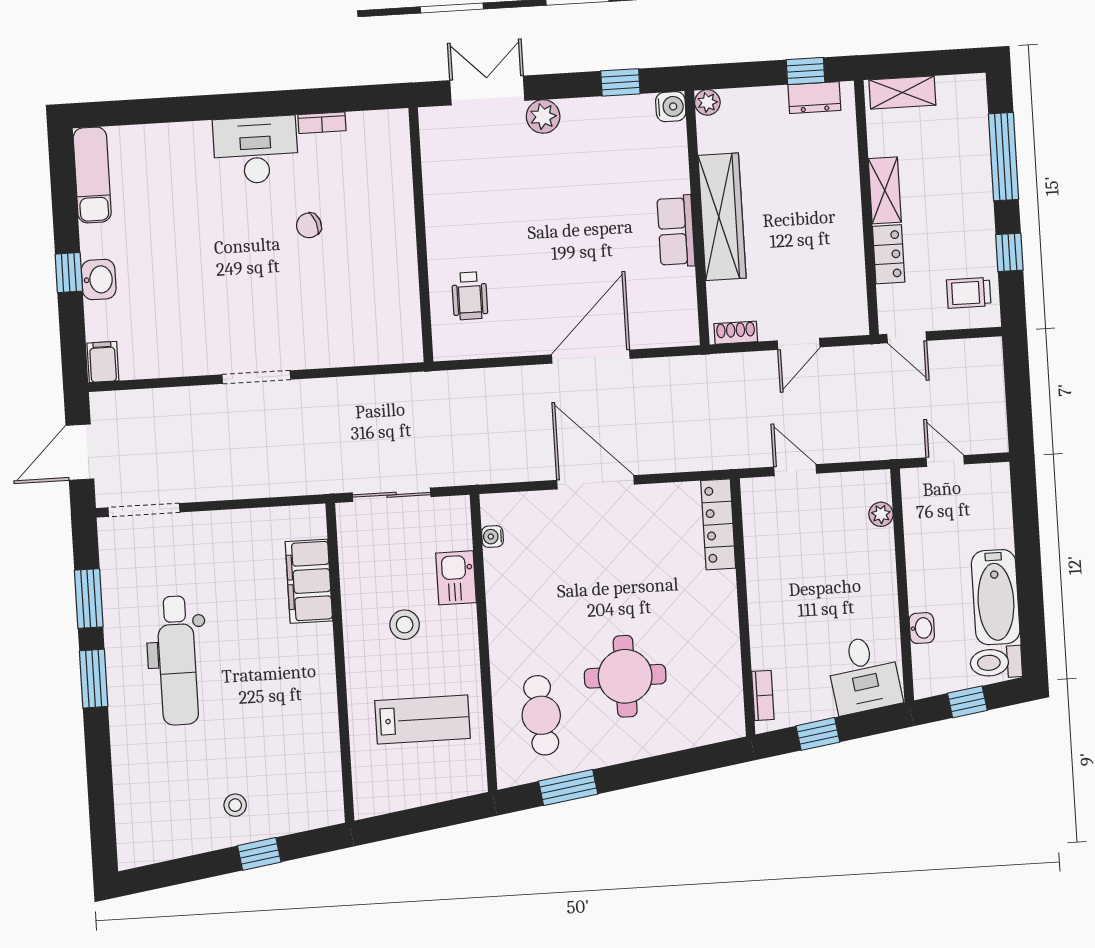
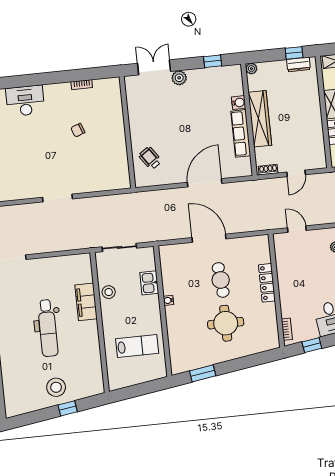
water cooler: (671, 107) -> (239, 103), moved
desk: (256, 150) -> (25, 101), moved
row of seats: (676, 231) -> (241, 133), width x1.48
wheelchair: (470, 296) -> (150, 158), turned 145
locker: (718, 524) -> (267, 283), moved
water cooler: (492, 537) -> (168, 300), moved
filing cabinet: (309, 581) -> (86, 302), moved
stool: (405, 625) -> (109, 292), moved
dental chair: (177, 660) -> (48, 328), moved
cafe table: (541, 715) -> (221, 280), moved
stool: (235, 805) -> (56, 387), width x1.89, depth x1.89

